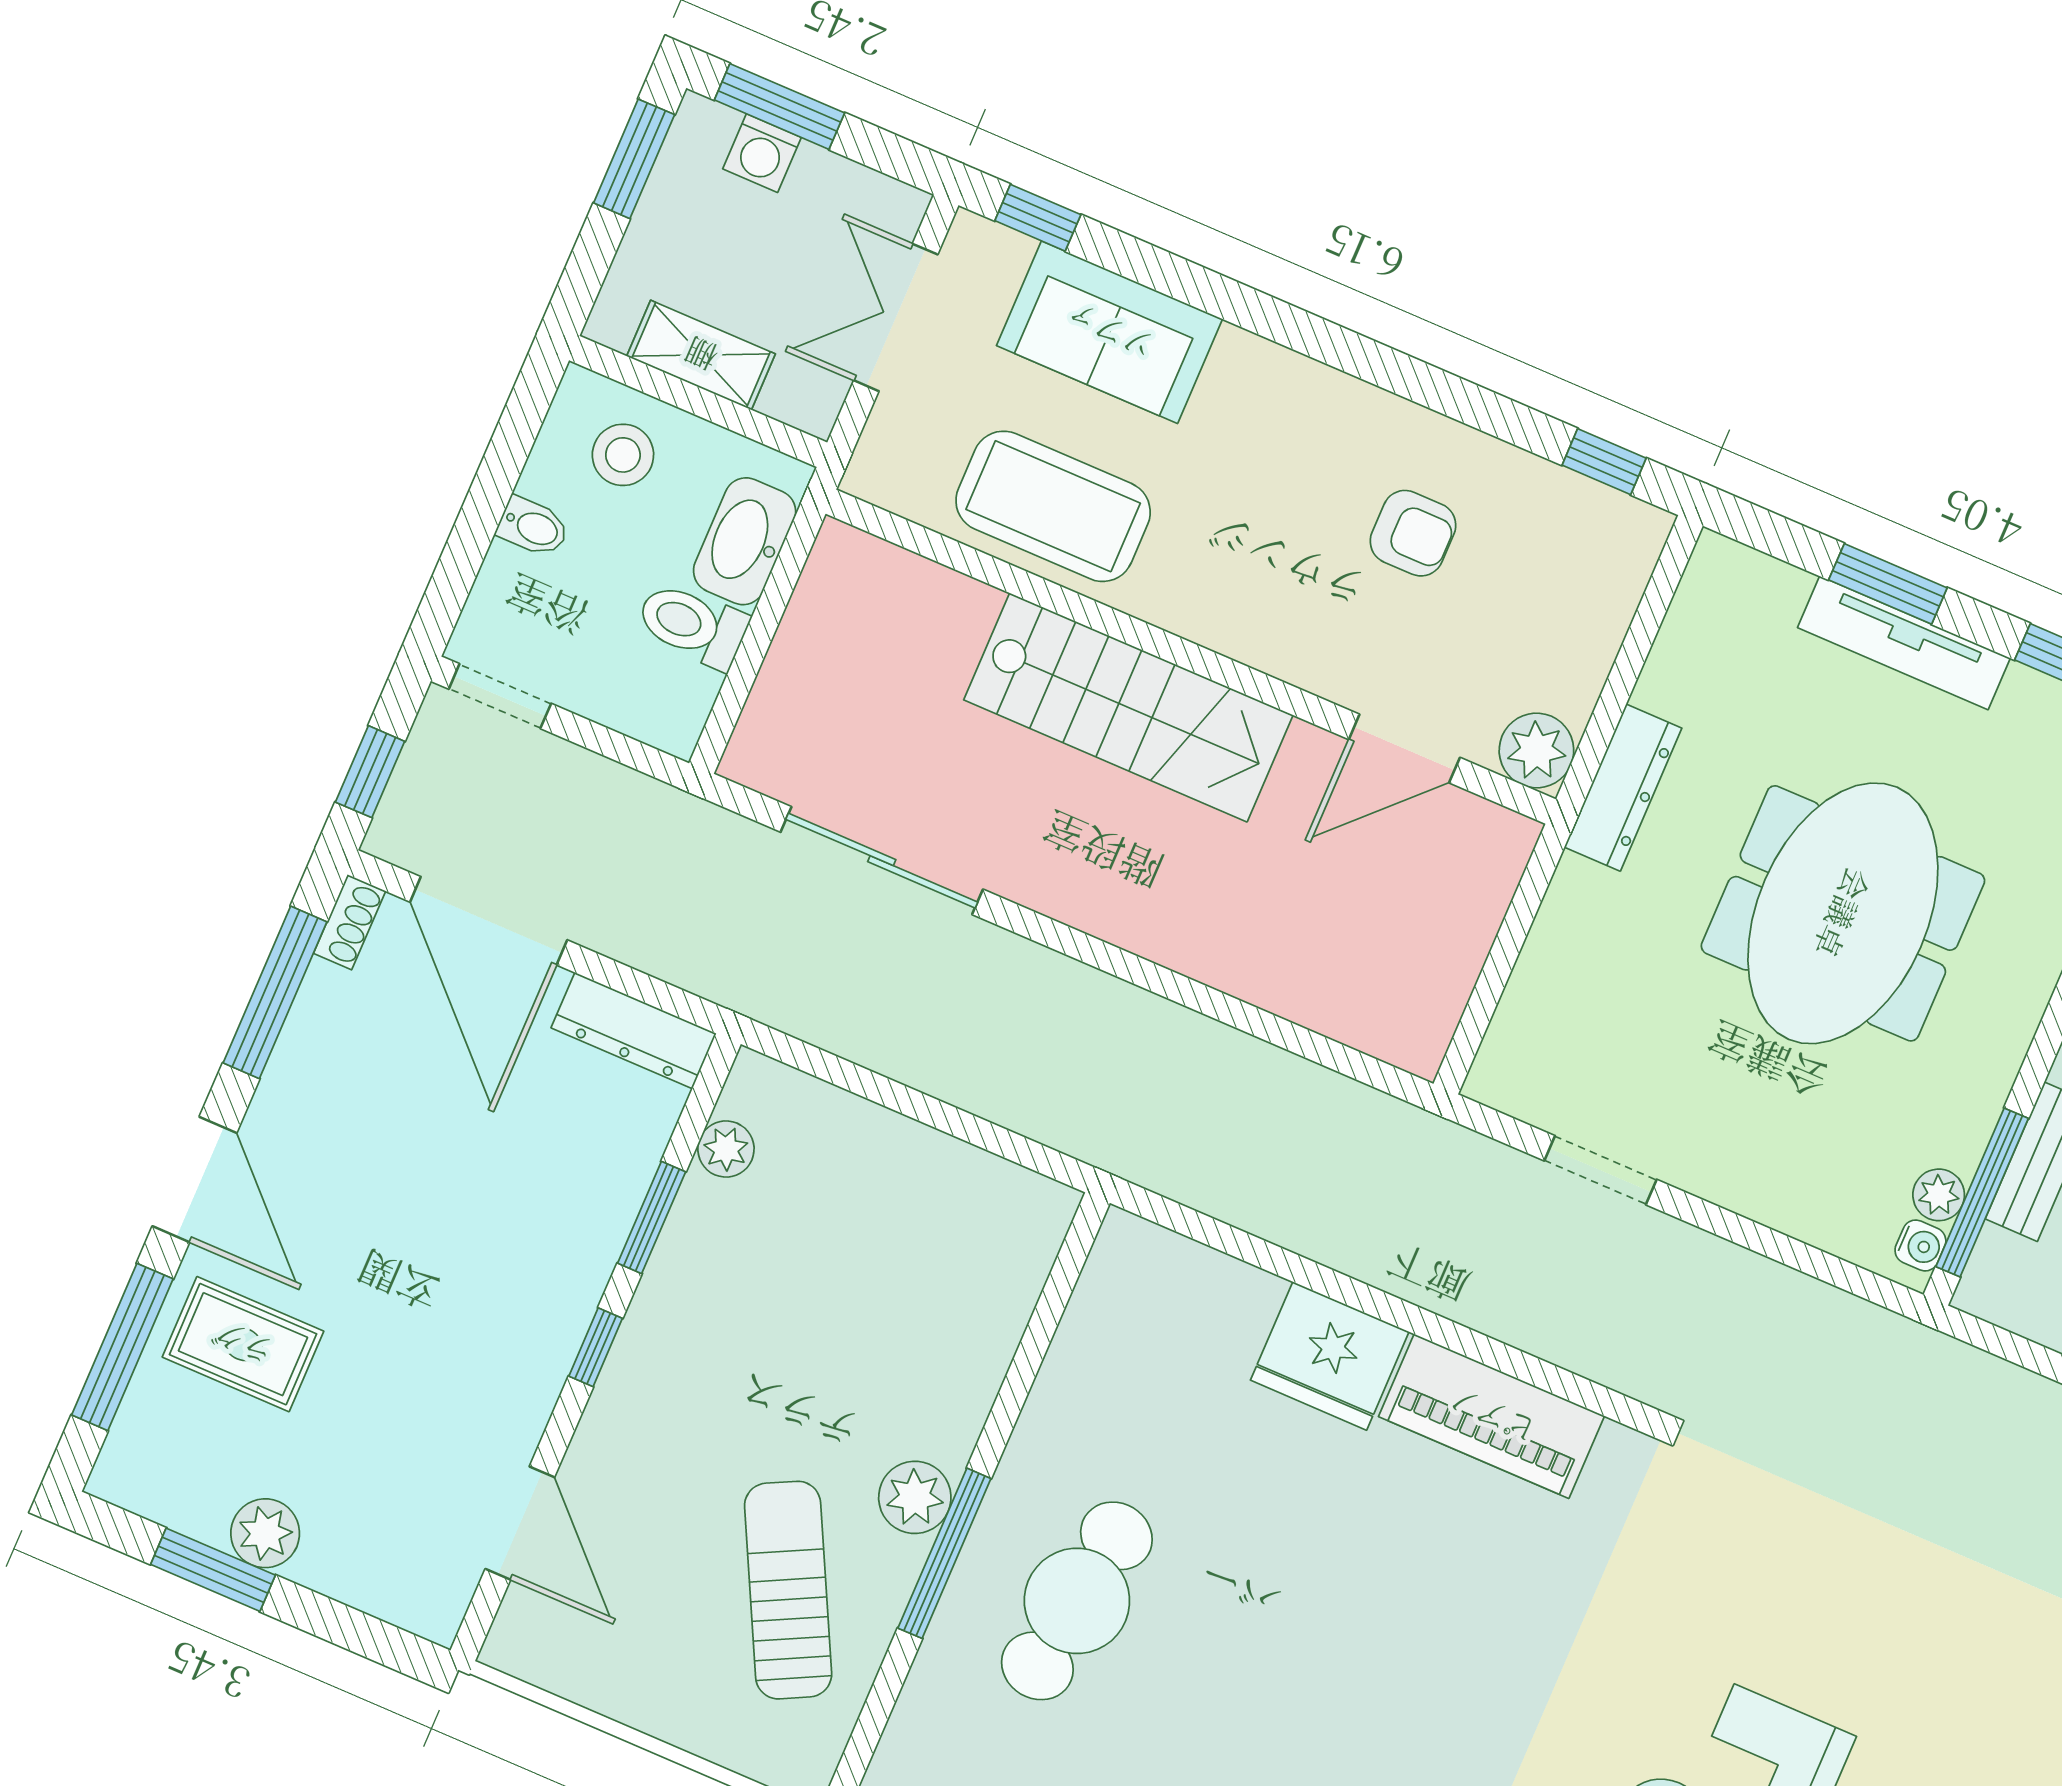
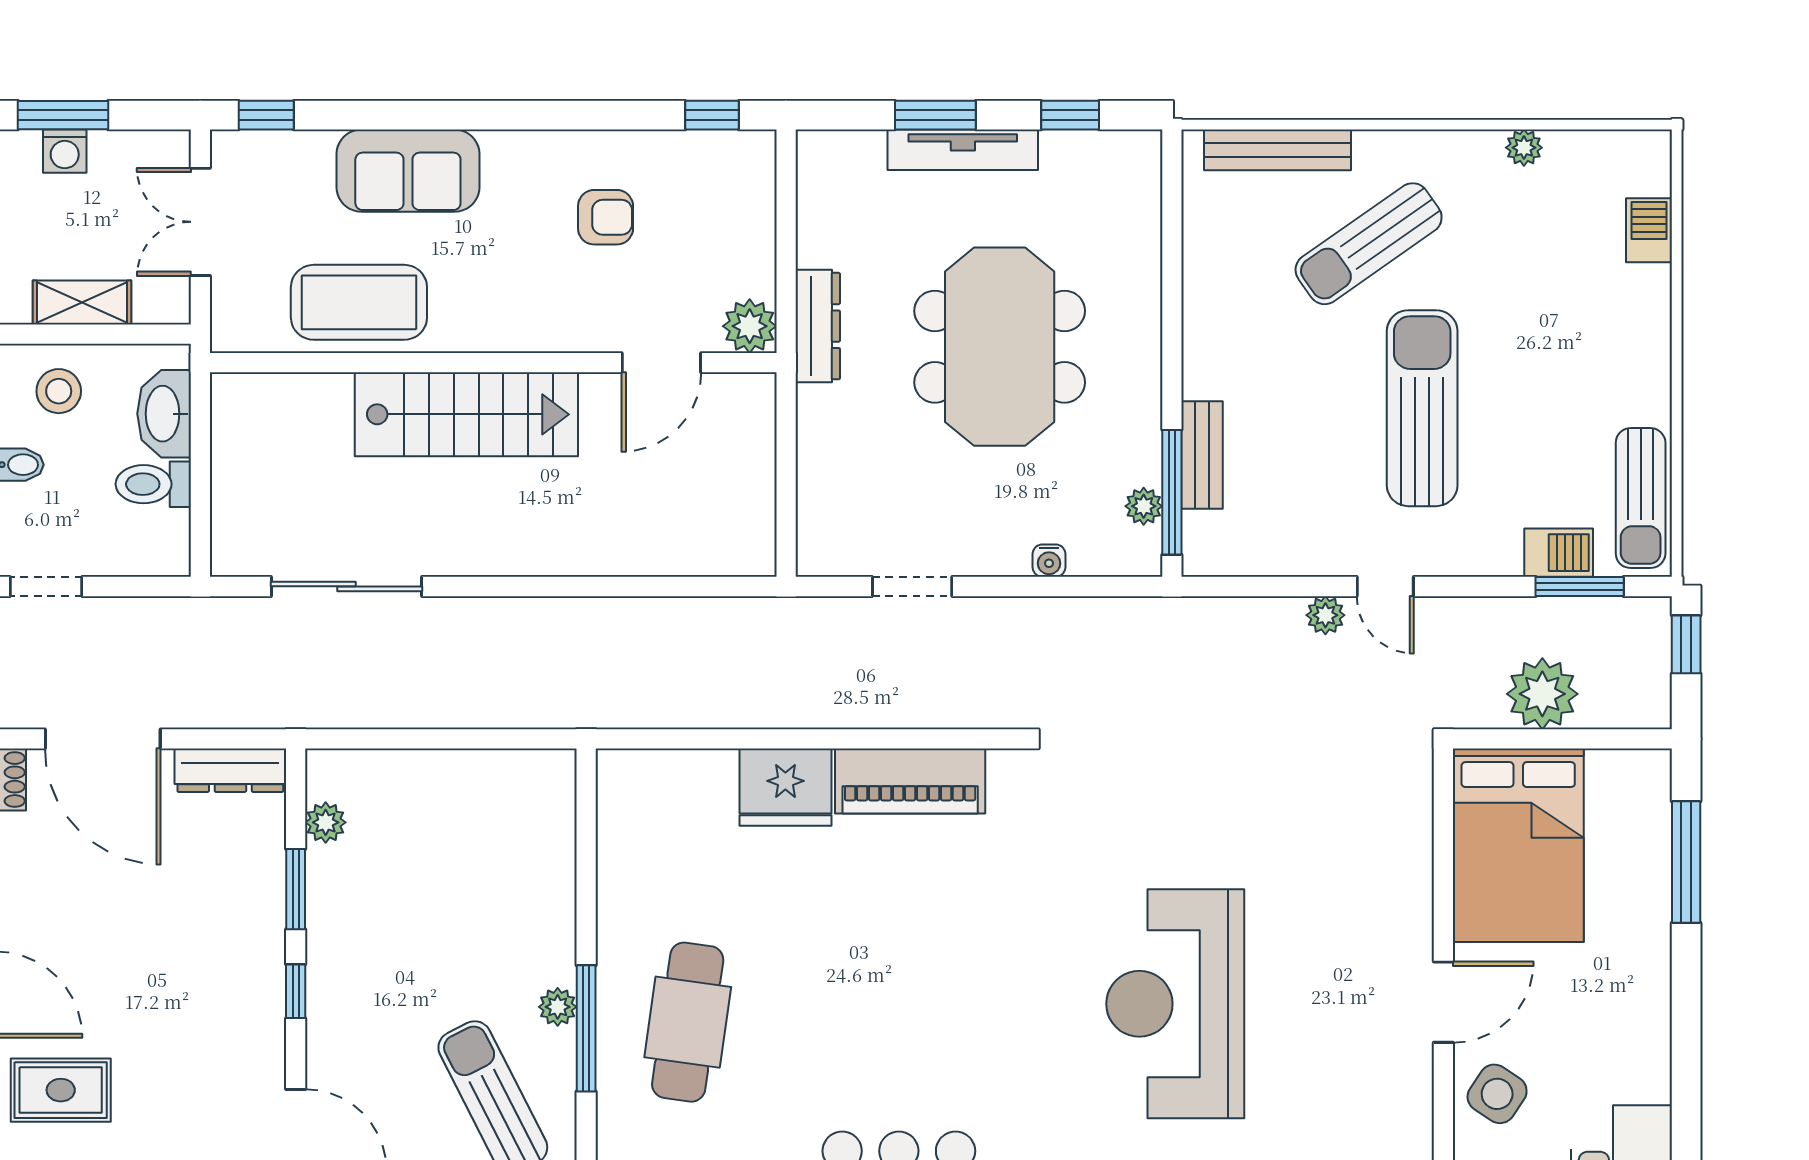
sofa: (1109, 332) -> (408, 171), moved
water cooler: (1920, 1245) -> (1049, 561), moved, turned 90
plant: (915, 1497) -> (558, 1007), width x0.73, depth x0.73

